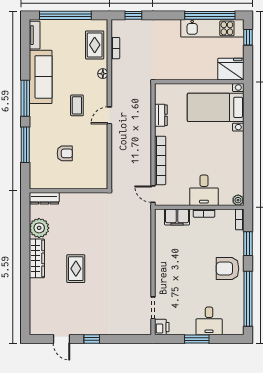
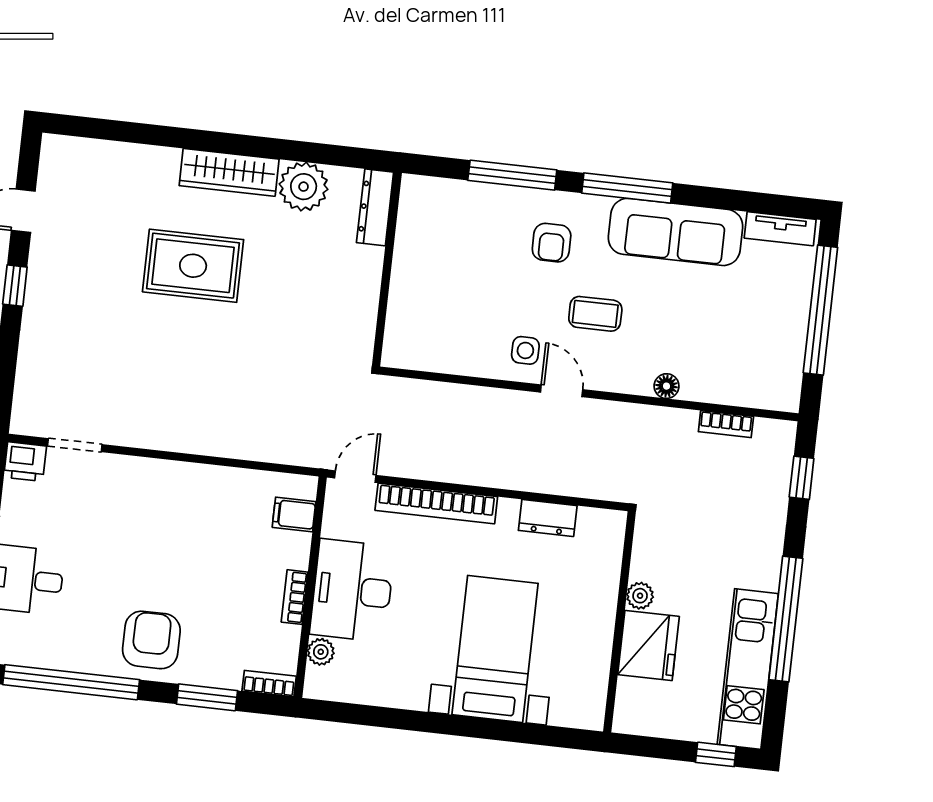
window: (210, 15) -> (786, 619), moved
rug: (95, 45) -> (739, 374), removed
fridge: (231, 69) -> (648, 645), moved
plant: (188, 75) -> (640, 596), added
bed with nightstands: (216, 107) -> (495, 649), moved
side table: (95, 132) -> (525, 350), added
armchair: (65, 153) -> (552, 243), moved
desk: (204, 190) -> (352, 590), width x1.37
plant: (238, 200) -> (321, 652), moved
filing cabinet: (177, 217) -> (294, 514), width x0.50
rug: (76, 269) -> (193, 266), width x1.36, depth x1.43

